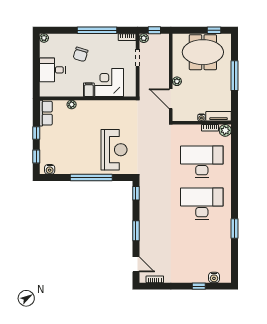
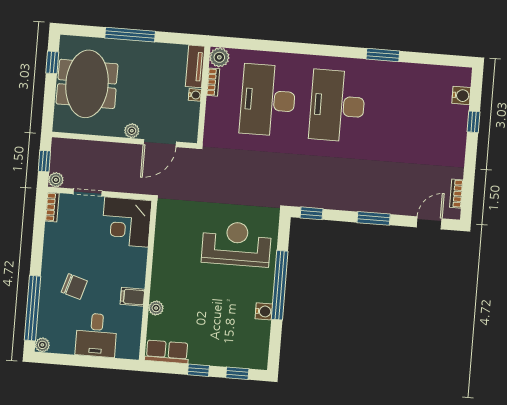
window: (97, 30) -> (33, 308), moved
corner desk: (109, 83) -> (126, 222), moved
filing cabinet: (89, 90) -> (132, 297), moved
water cooler: (50, 169) -> (264, 311), moved

